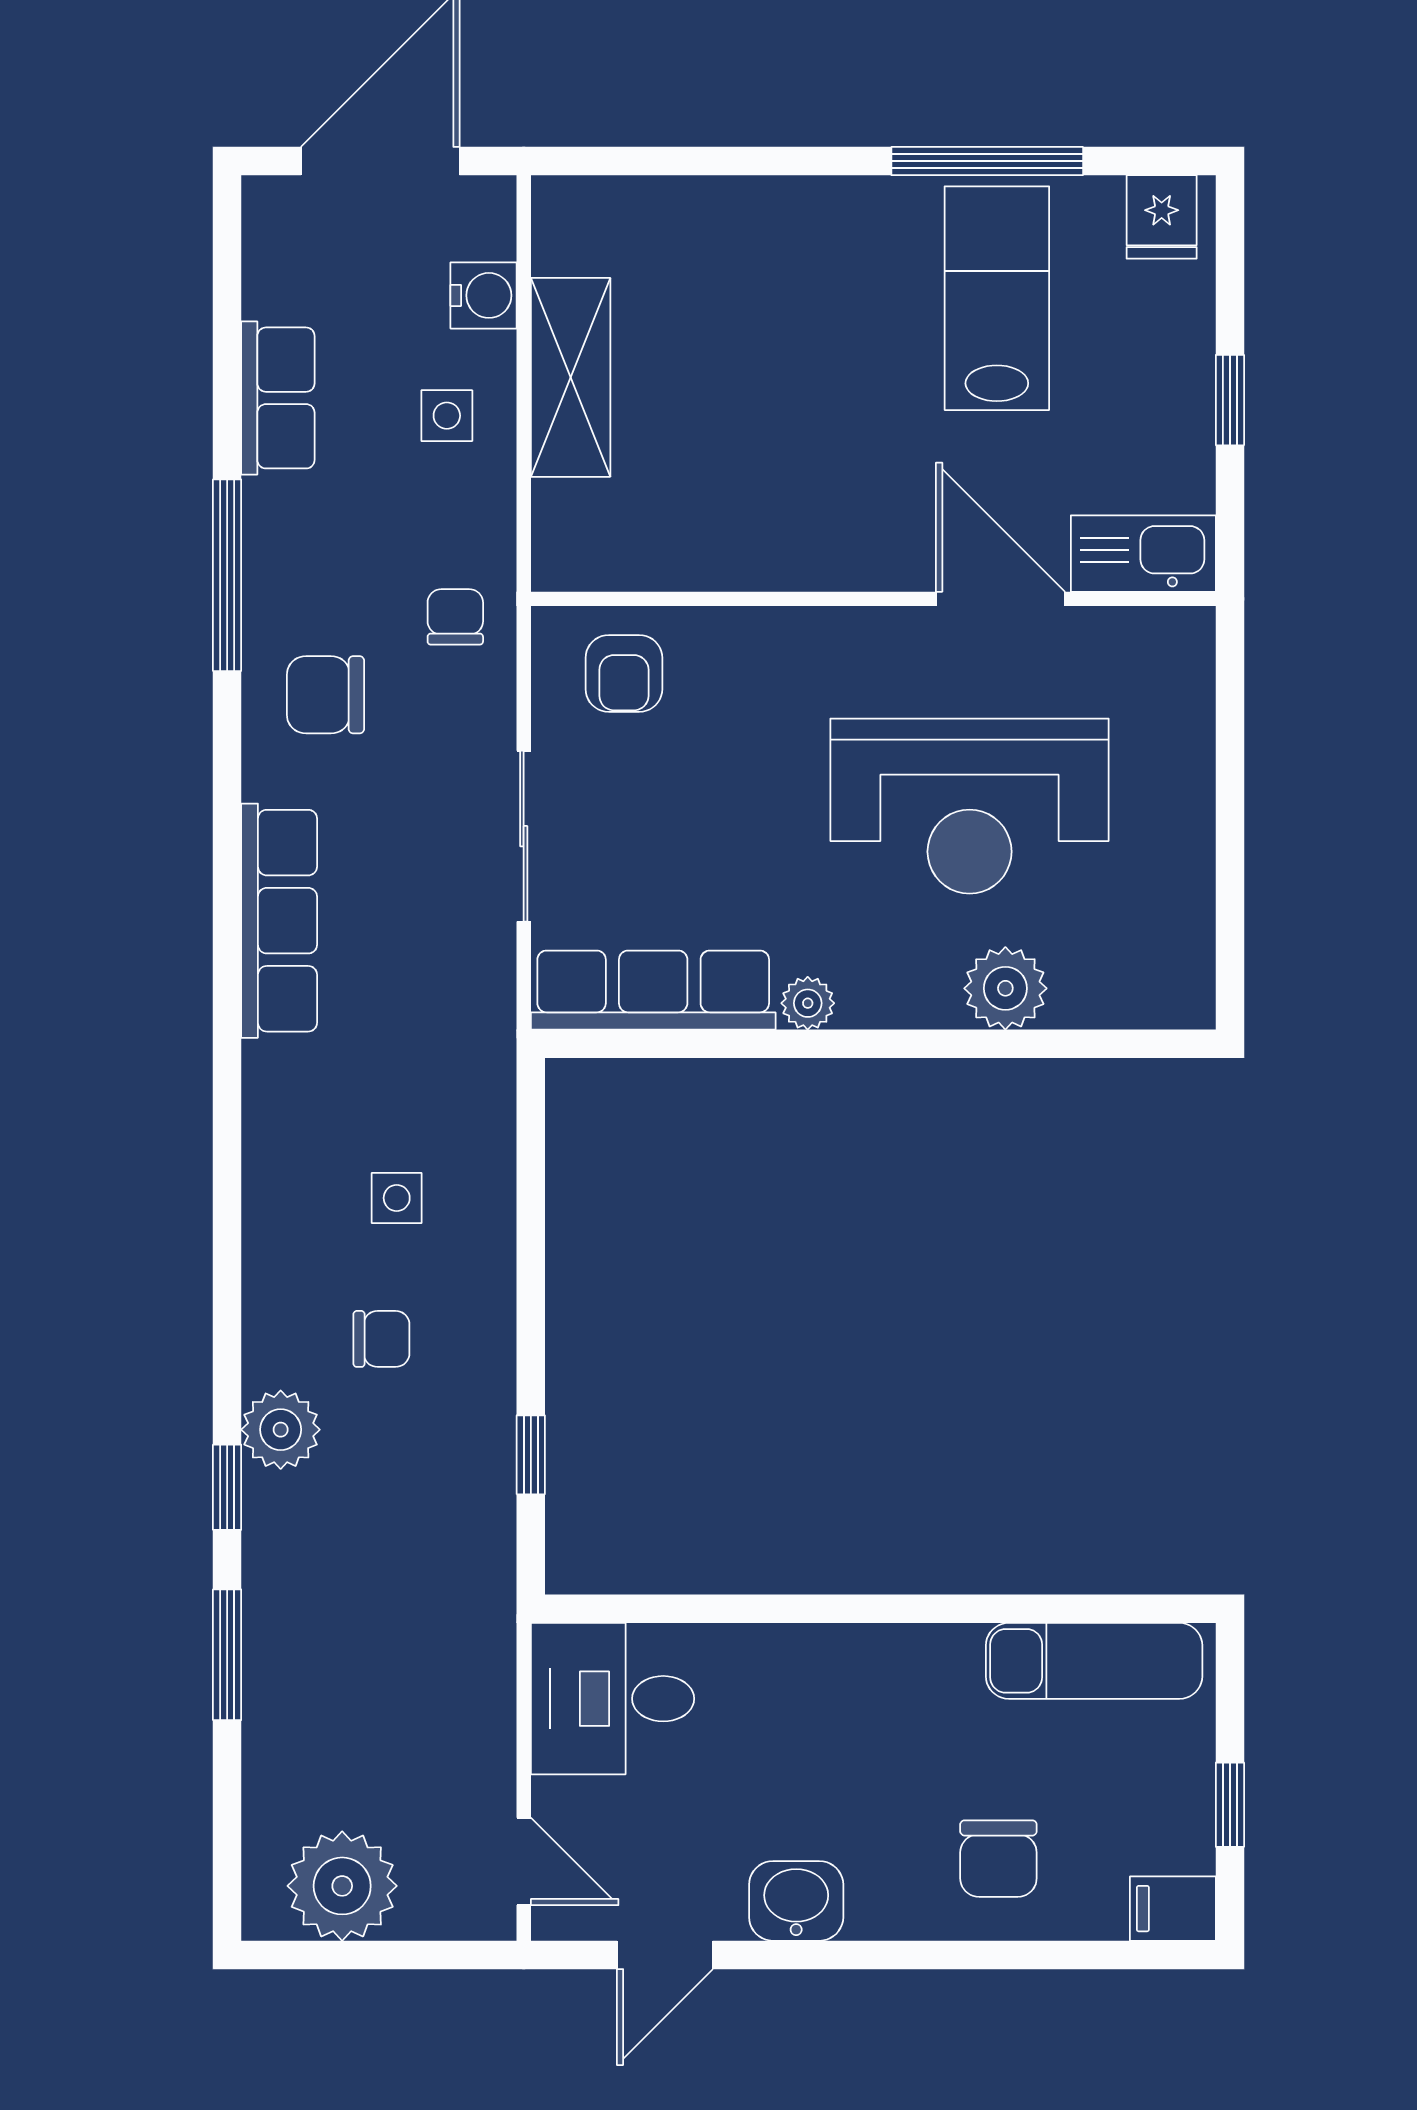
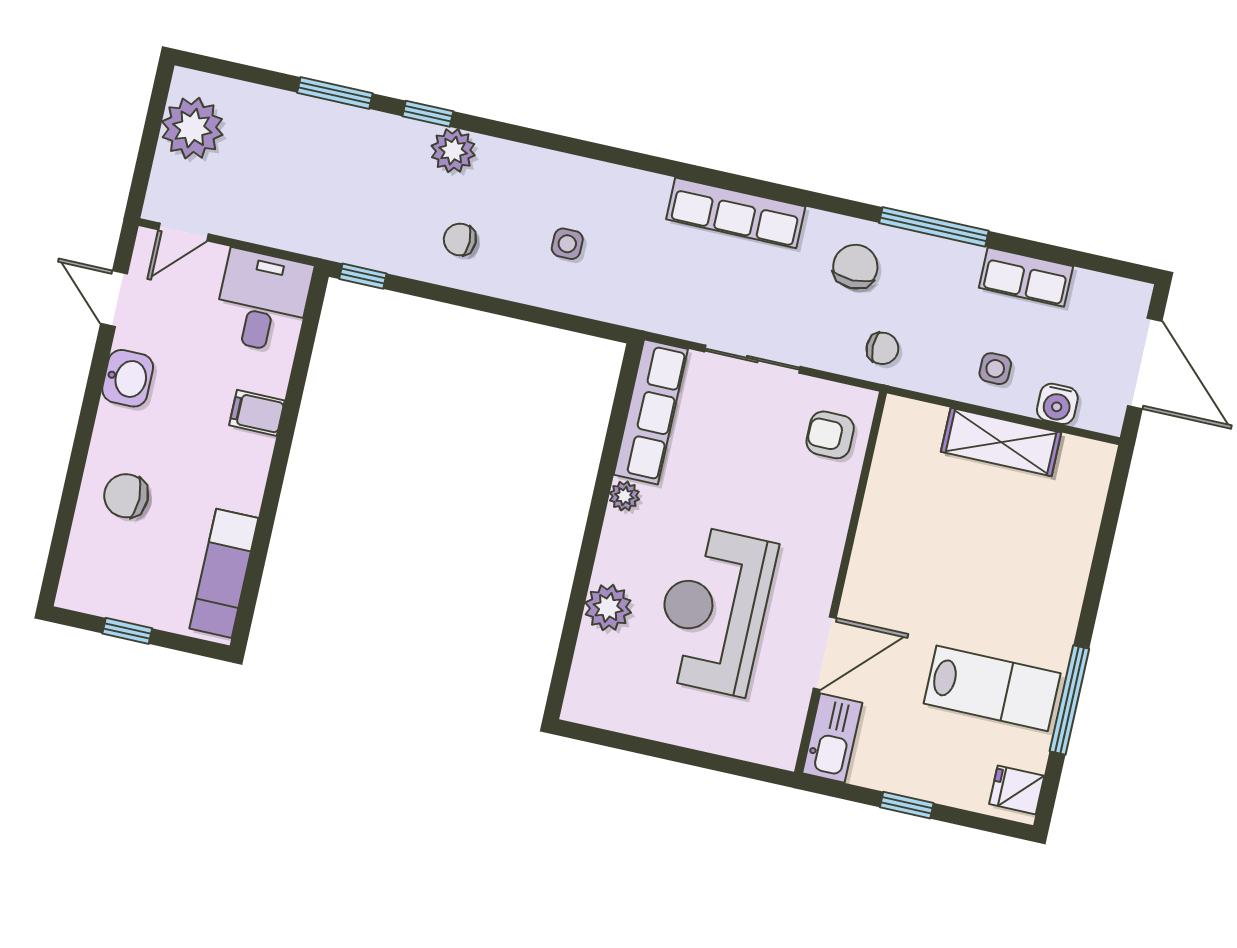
chair: (381, 1339) -> (460, 240), moved, turned 90
window: (531, 1455) -> (363, 276), moved
filing cabinet: (1173, 1909) -> (257, 413), moved, turned -90

